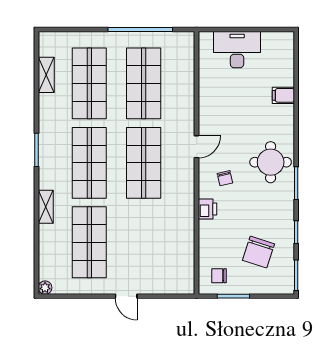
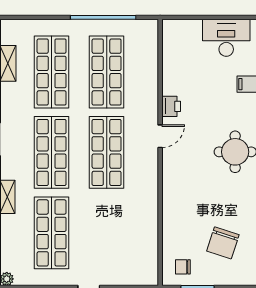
desk: (237, 50) -> (226, 38), moved
chair: (225, 178) -> (189, 168), removed
printer: (207, 209) -> (171, 106), moved

